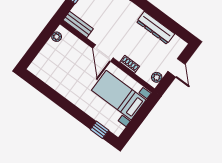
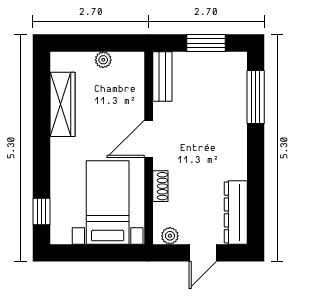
dresser: (156, 28) -> (236, 212), moved
plant: (57, 37) -> (103, 60), moved
wardrobe: (56, 82) -> (63, 104), added

